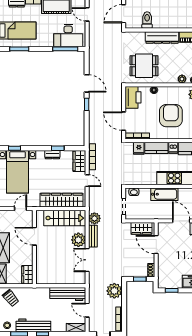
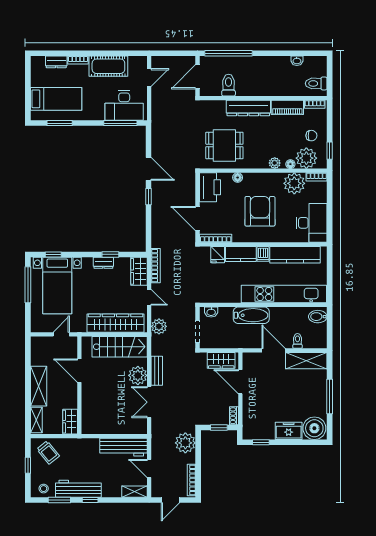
door: (87, 14) -> (149, 78), swing flipped
plant: (94, 218) -> (159, 326), moved

